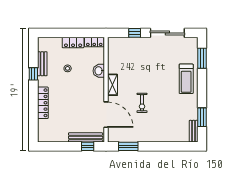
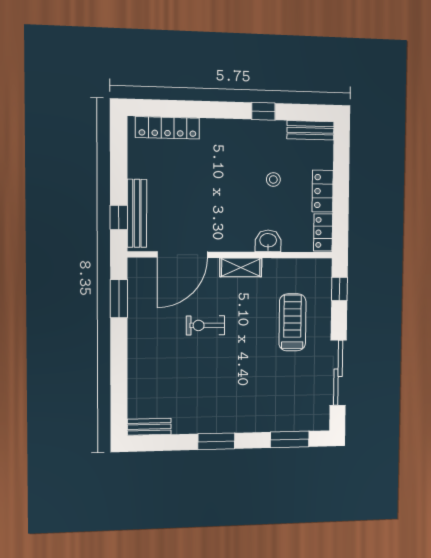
window: (135, 33) -> (339, 289), moved
bench: (42, 64) -> (310, 130), moved
treadmill: (186, 79) -> (292, 322), moved, turned 90
locker: (43, 103) -> (168, 128), moved
window: (202, 117) -> (216, 441), moved

